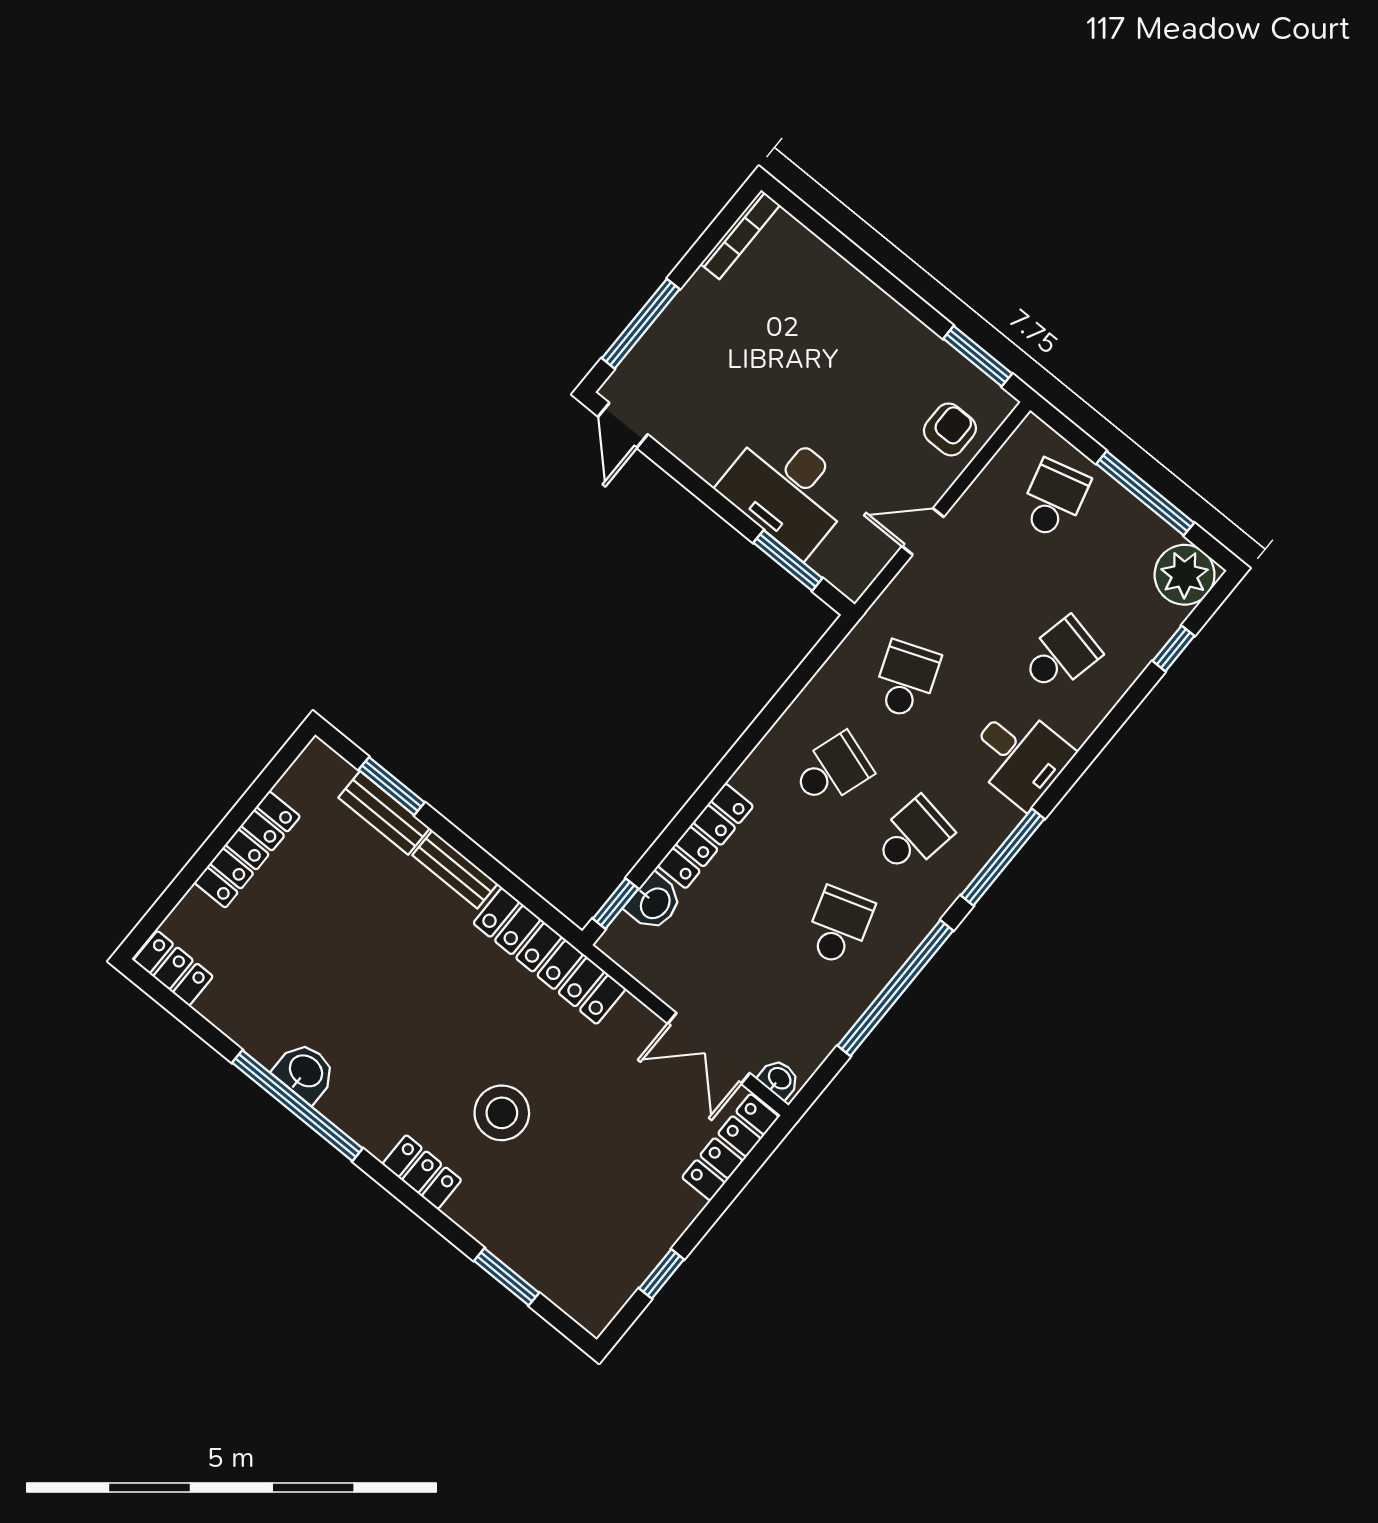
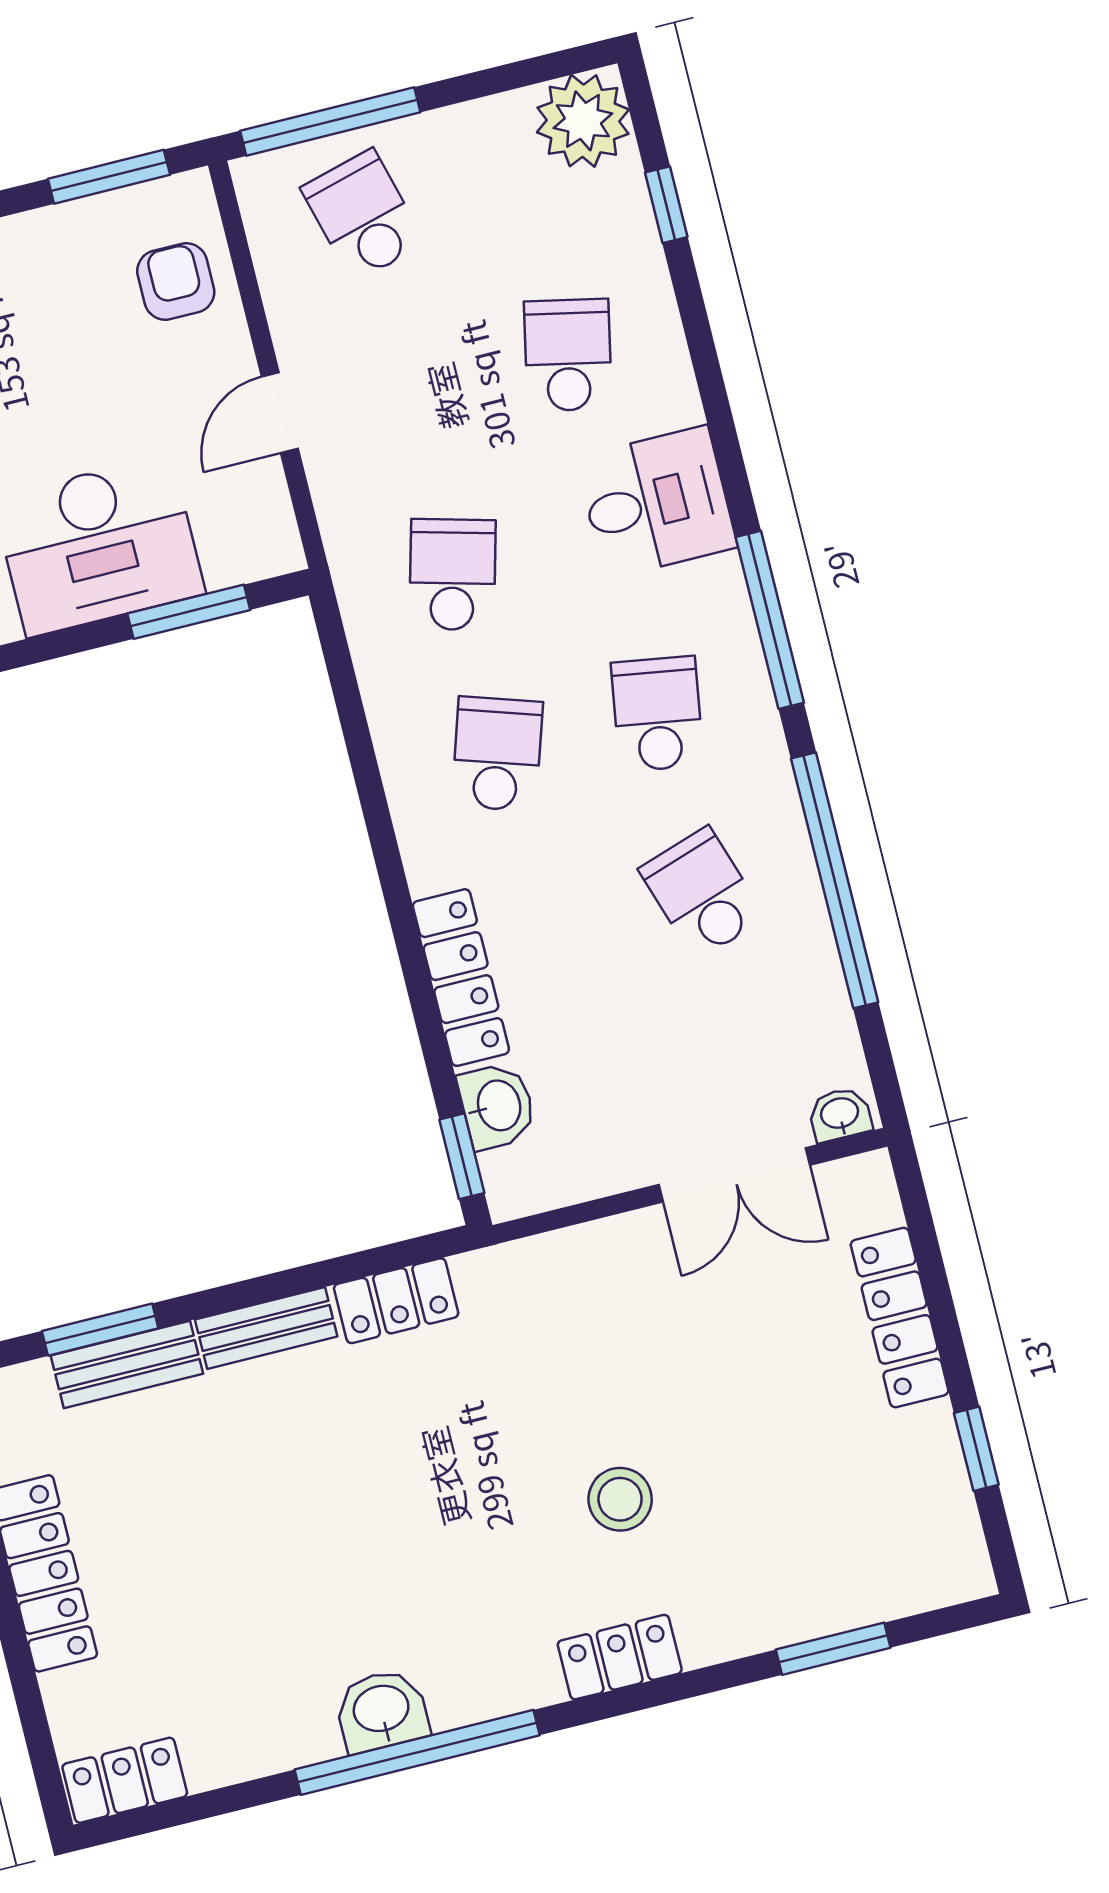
window: (1145, 493) -> (330, 121), moved
school desk: (906, 680) -> (452, 574), turned 36
locker: (549, 956) -> (396, 1301), width x0.46, depth x0.83
stool: (502, 1113) -> (620, 1499), width x0.73, depth x0.73
locker: (730, 1147) -> (900, 1318), moved

